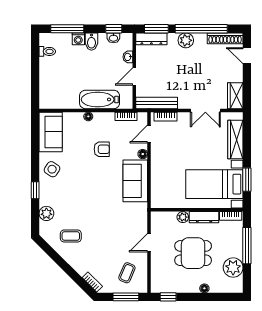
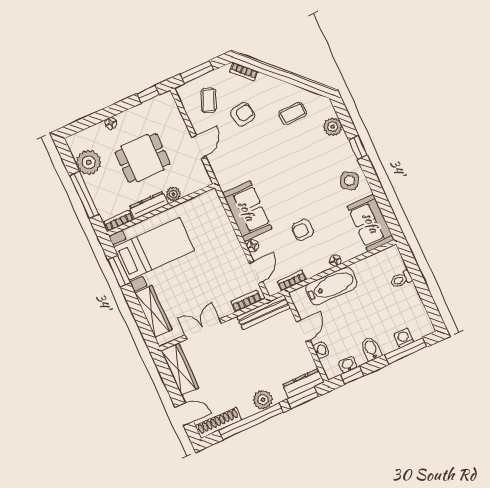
washing machine: (78, 39) -> (404, 338), moved
toilet: (47, 51) -> (401, 279), moved
wardrobe: (235, 96) -> (180, 369), width x1.50
armchair: (107, 252) -> (243, 114), added

